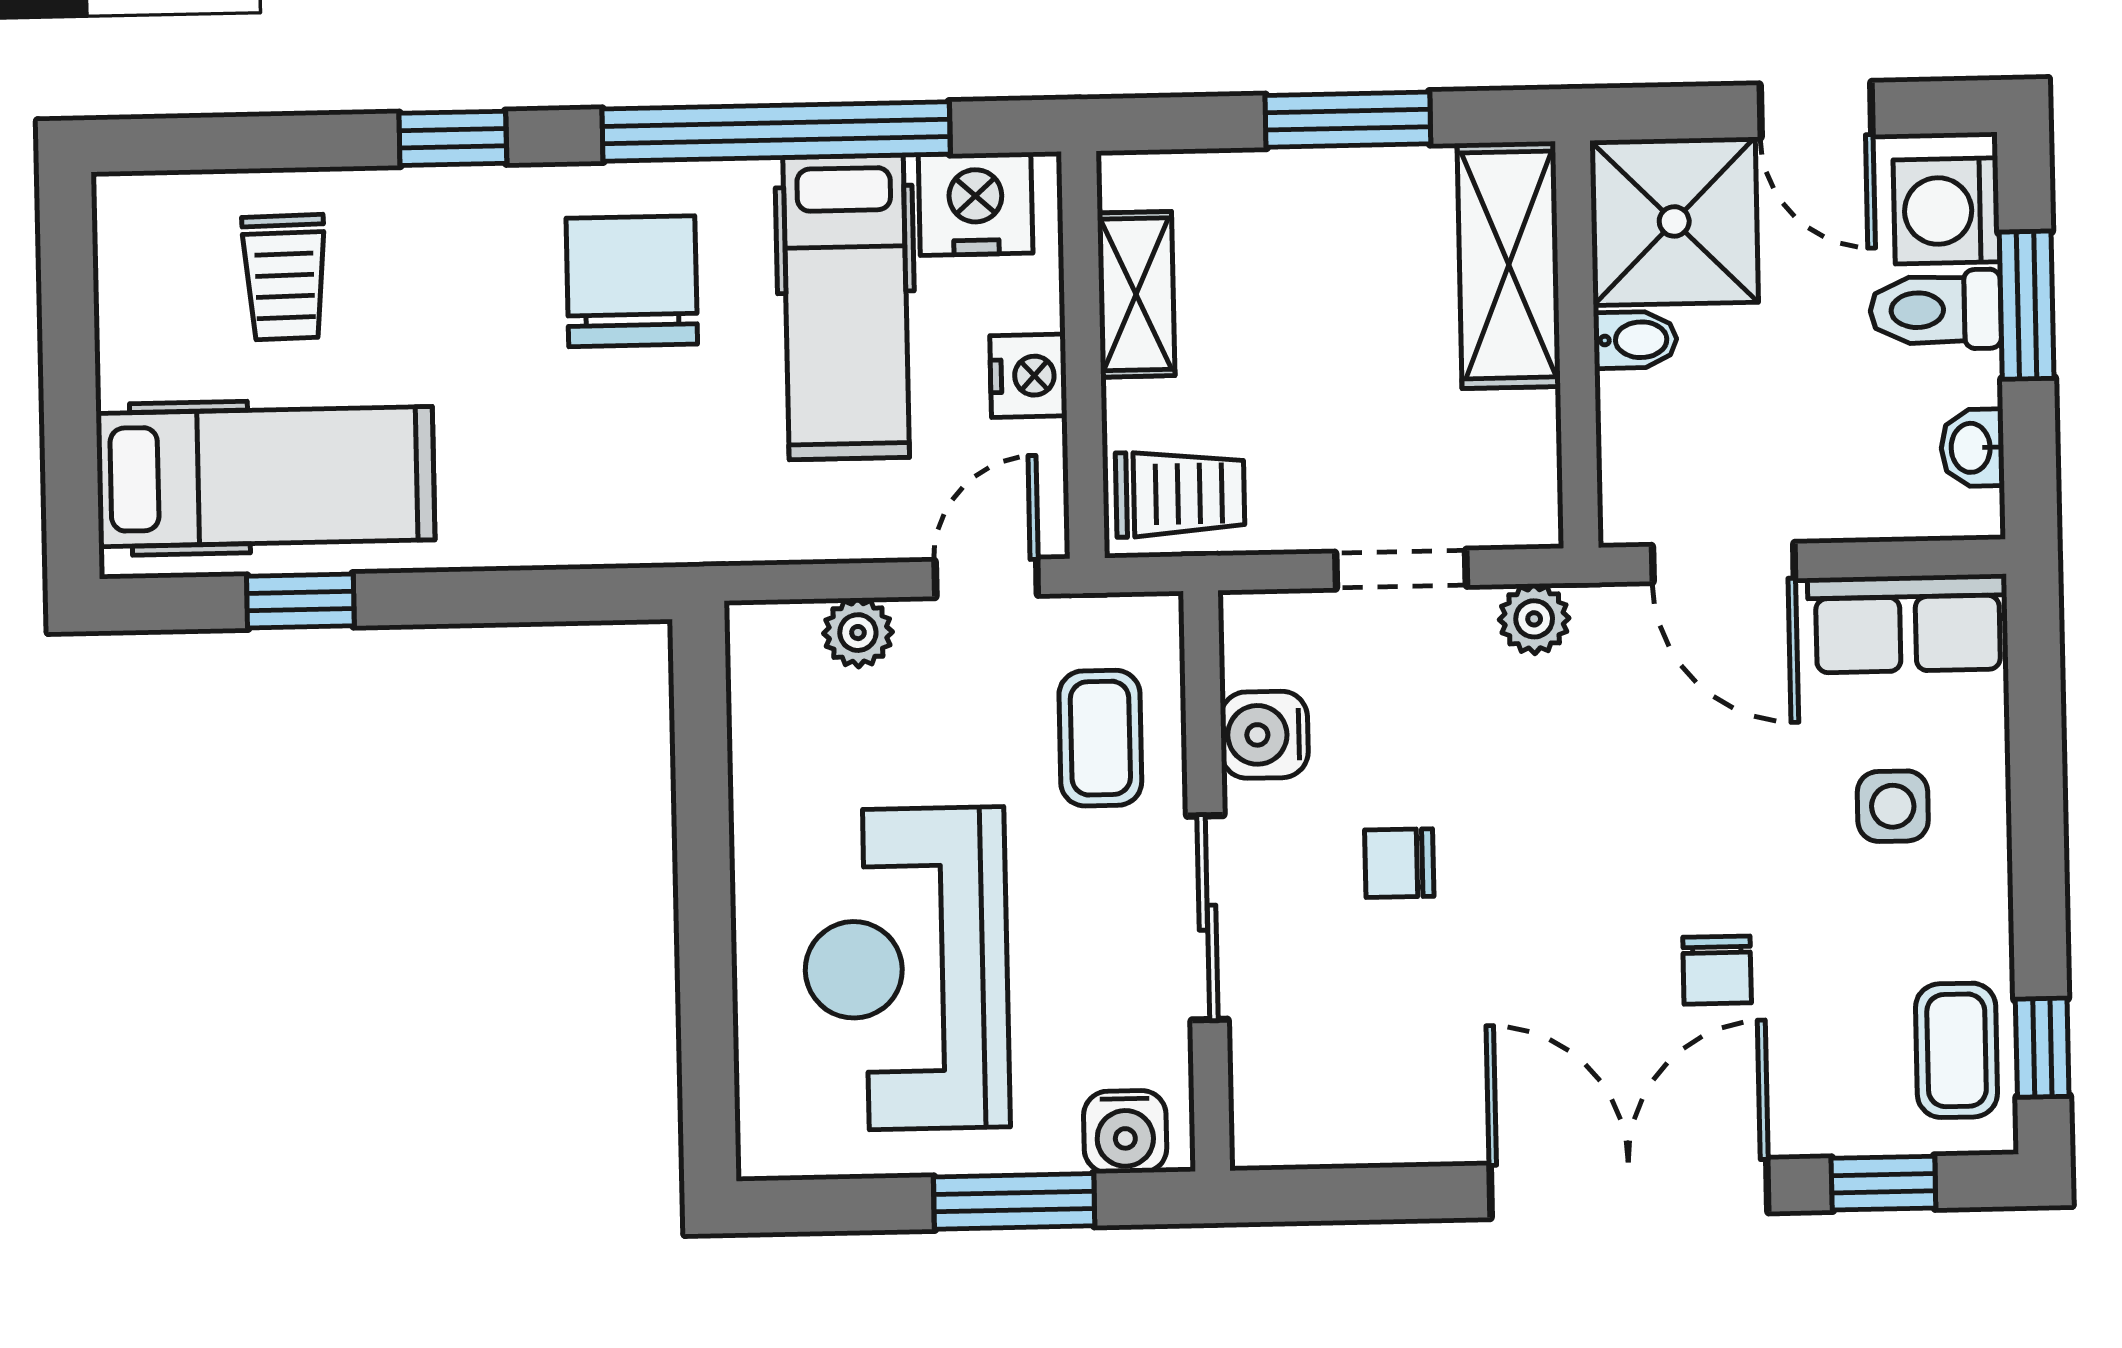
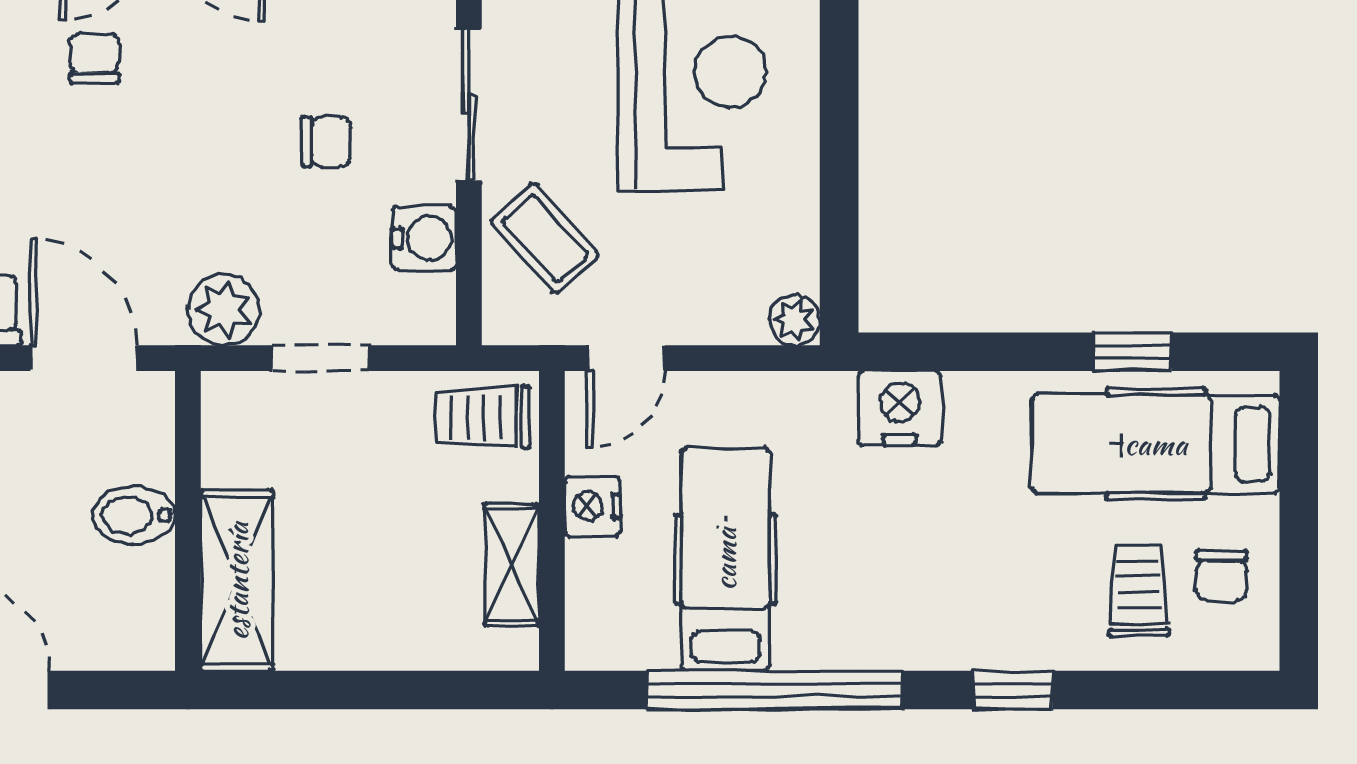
window: (1348, 120) -> (353, 690), removed
nightstand: (976, 204) -> (900, 408), moved, turned 180
shower: (1674, 221) -> (114, 610), removed
chair: (632, 281) -> (1221, 576), moved, width x0.54, depth x0.54
bidet: (1635, 340) -> (134, 515), width x1.38, depth x1.36
plant: (1534, 619) -> (224, 310), width x1.38, depth x1.38
plant: (858, 633) -> (794, 320), moved
coffee table: (1100, 738) -> (545, 238), turned -42

